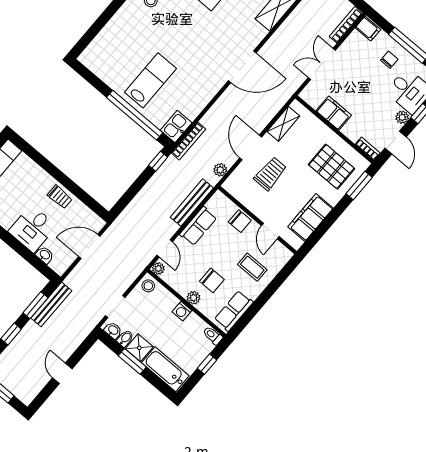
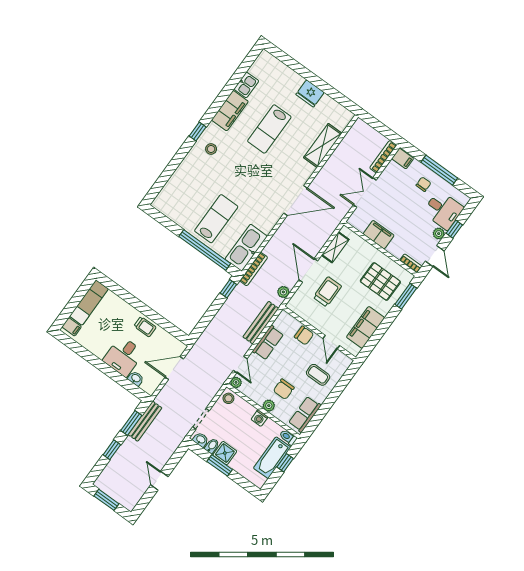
kitchen sink: (176, 126) -> (246, 248), width x1.87, depth x1.24
chair: (212, 280) -> (284, 389), turned 90
bathtub: (165, 369) -> (272, 458), moved, turned -90

